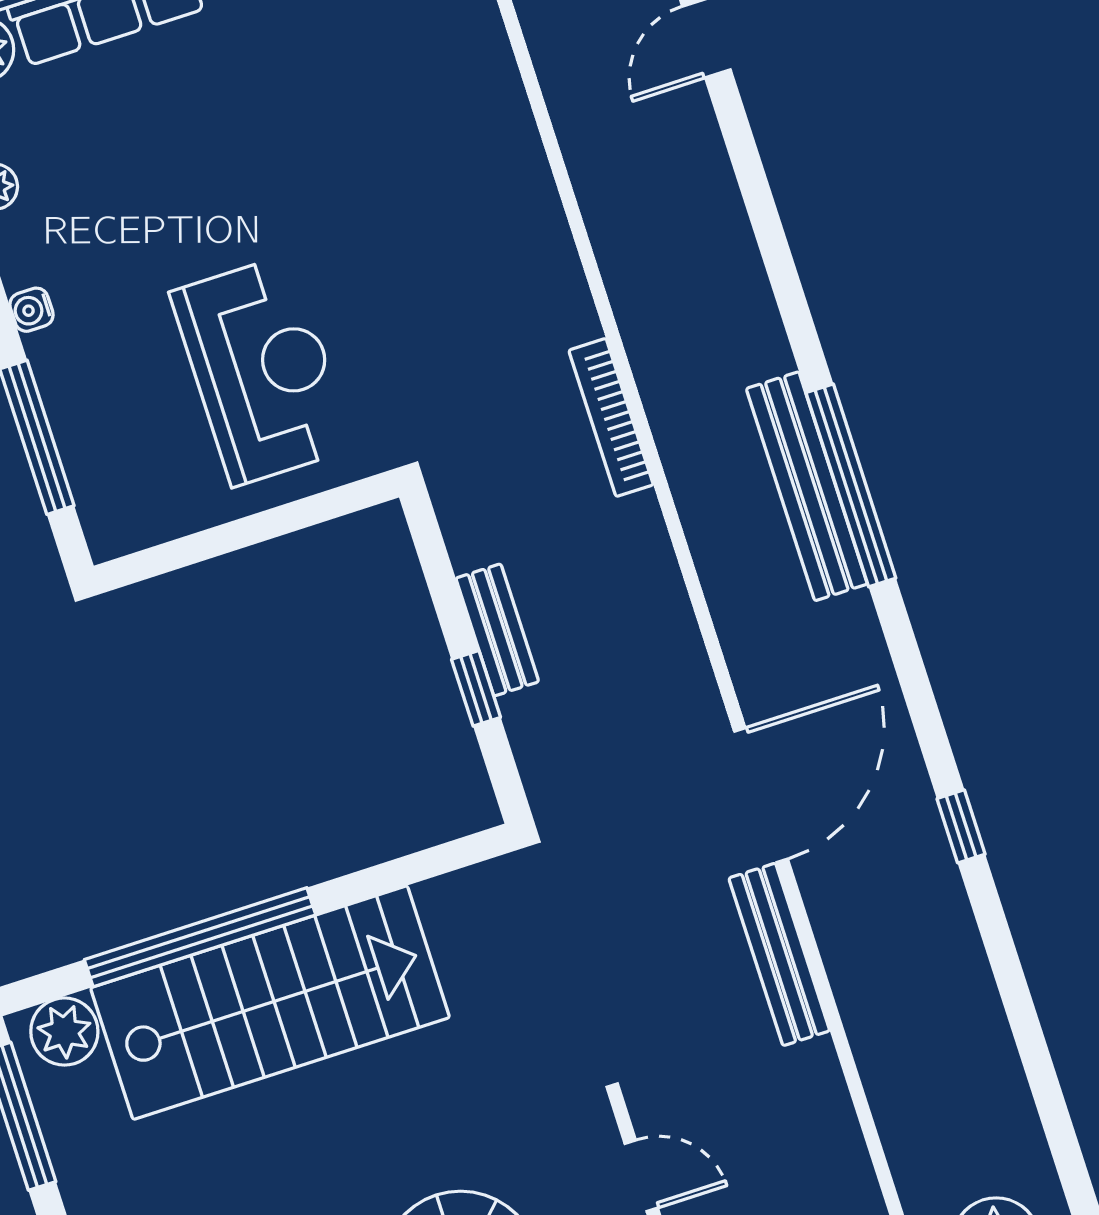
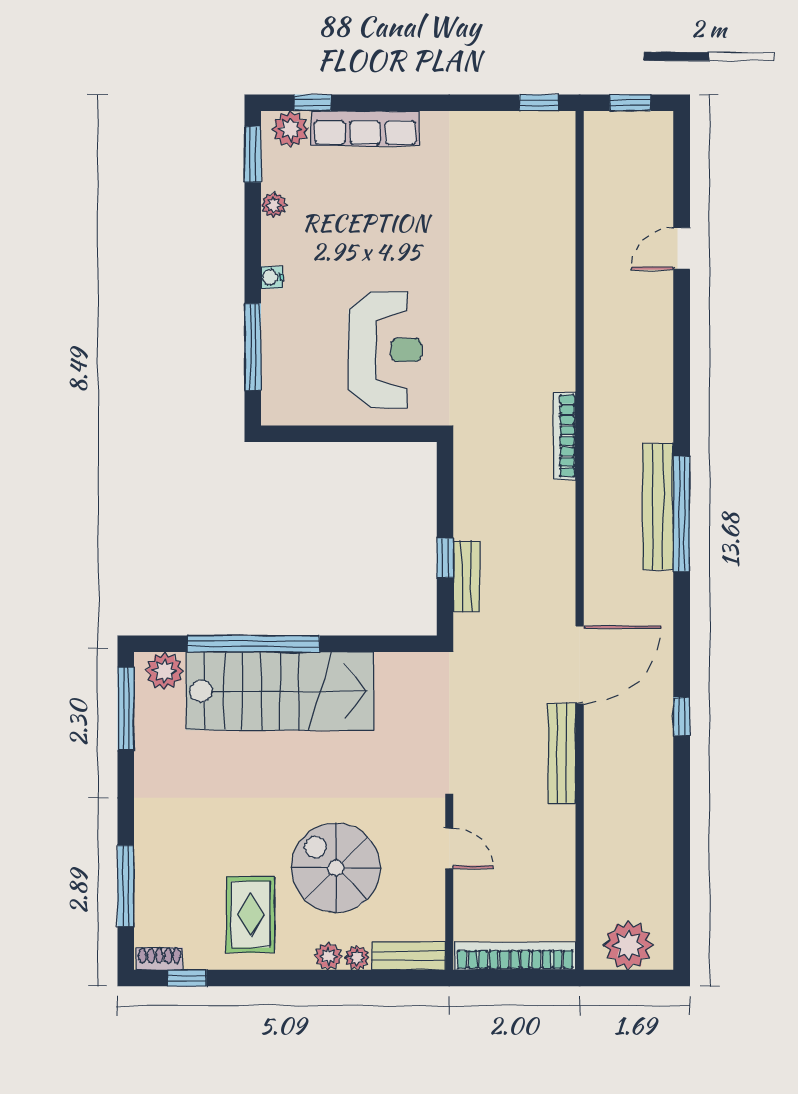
bench: (497, 630) -> (467, 577), moved

